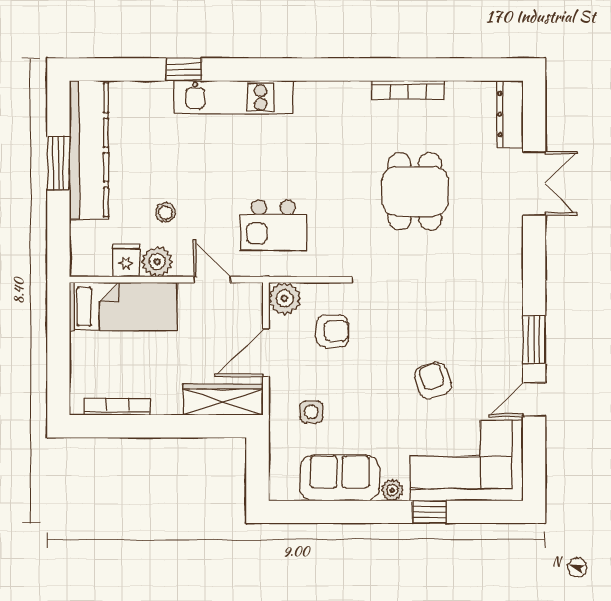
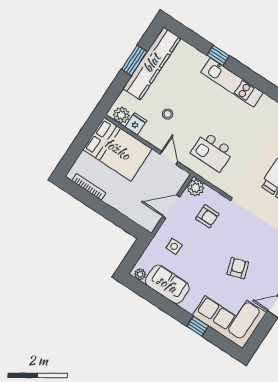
plant: (157, 262) -> (121, 115), moved
bed: (123, 307) -> (117, 149), width x1.50
wardrobe: (223, 400) -> (138, 215), removed
plant: (392, 490) -> (140, 274), moved

